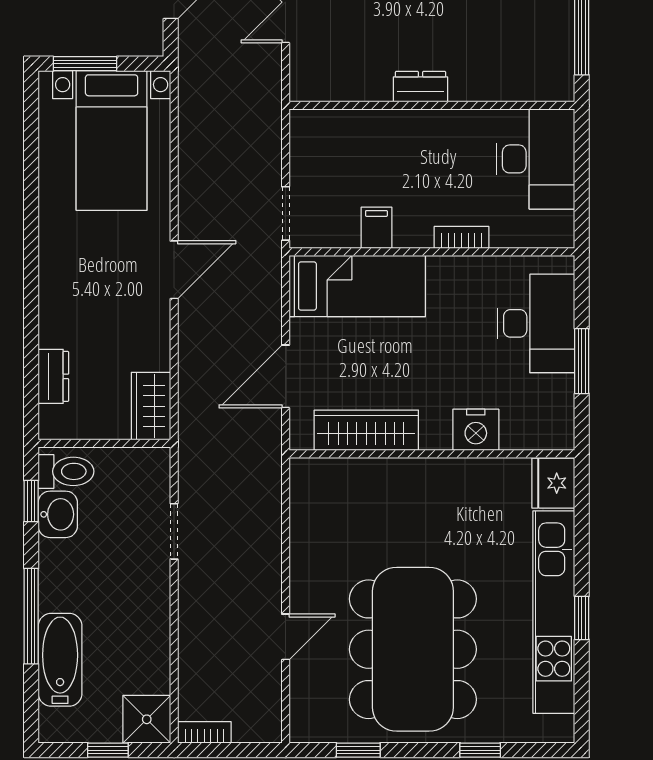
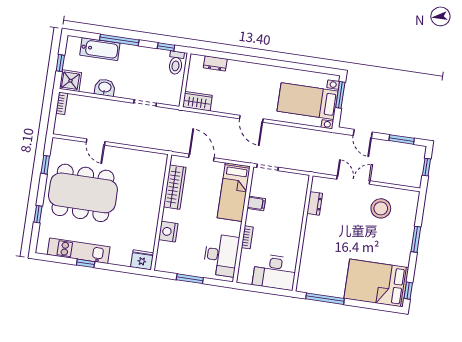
dresser: (421, 87) -> (315, 203), moved
desk: (536, 323) -> (221, 255), moved, turned -90
washbasin: (58, 514) -> (105, 87), moved, turned 180
kitchen unit: (554, 612) -> (79, 251), width x0.73

